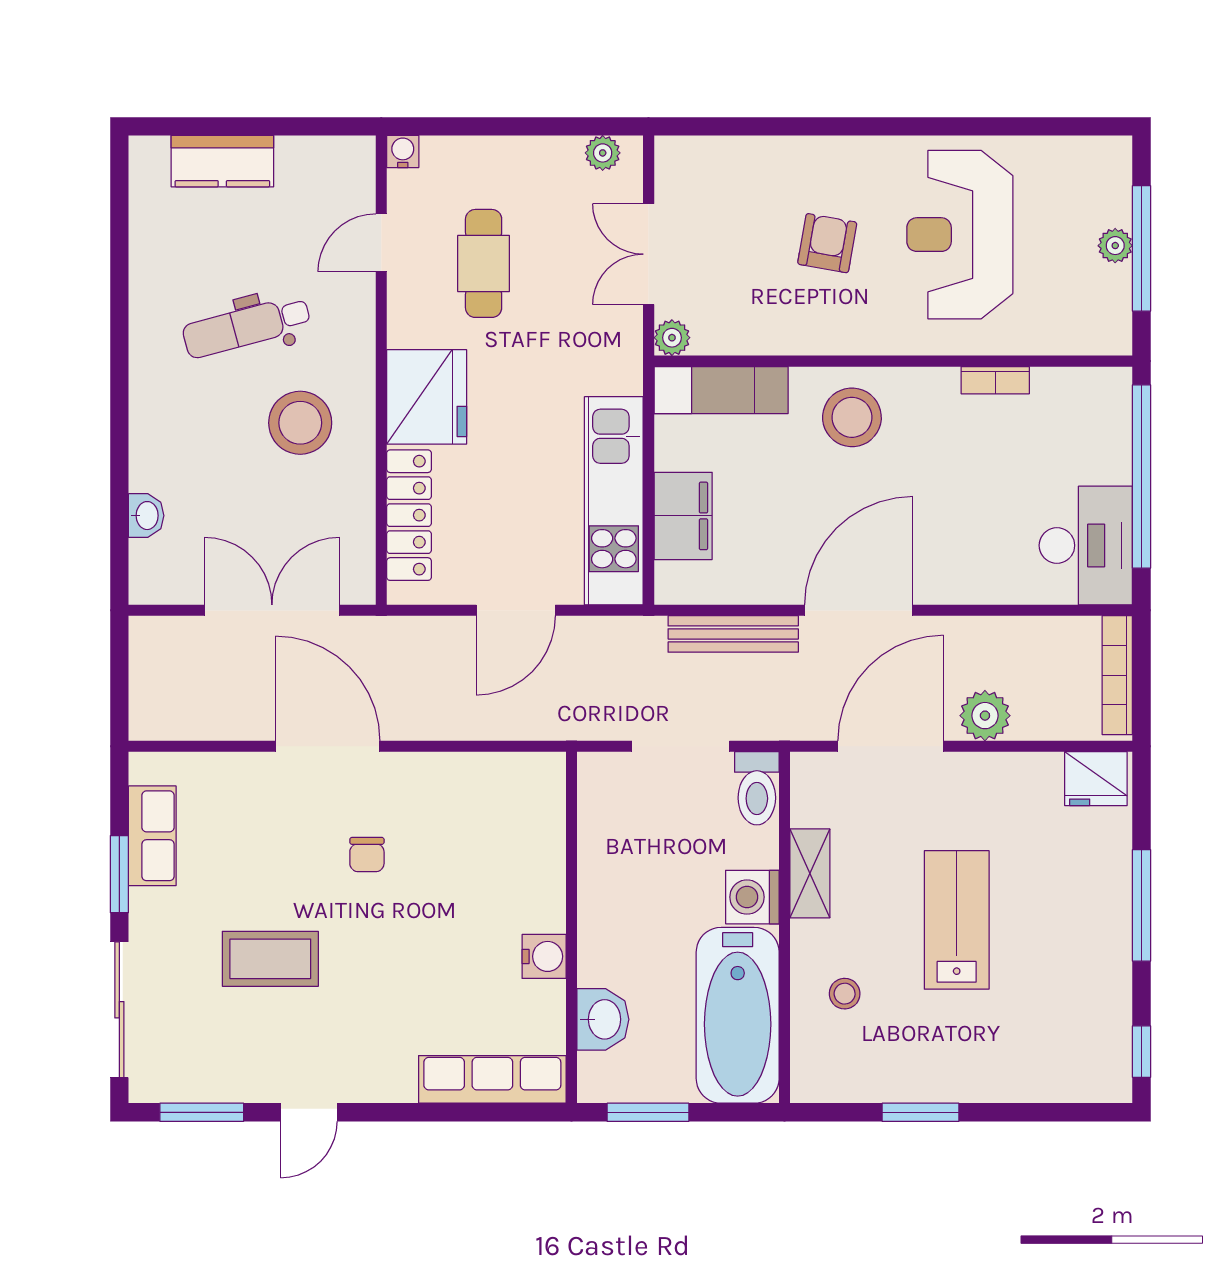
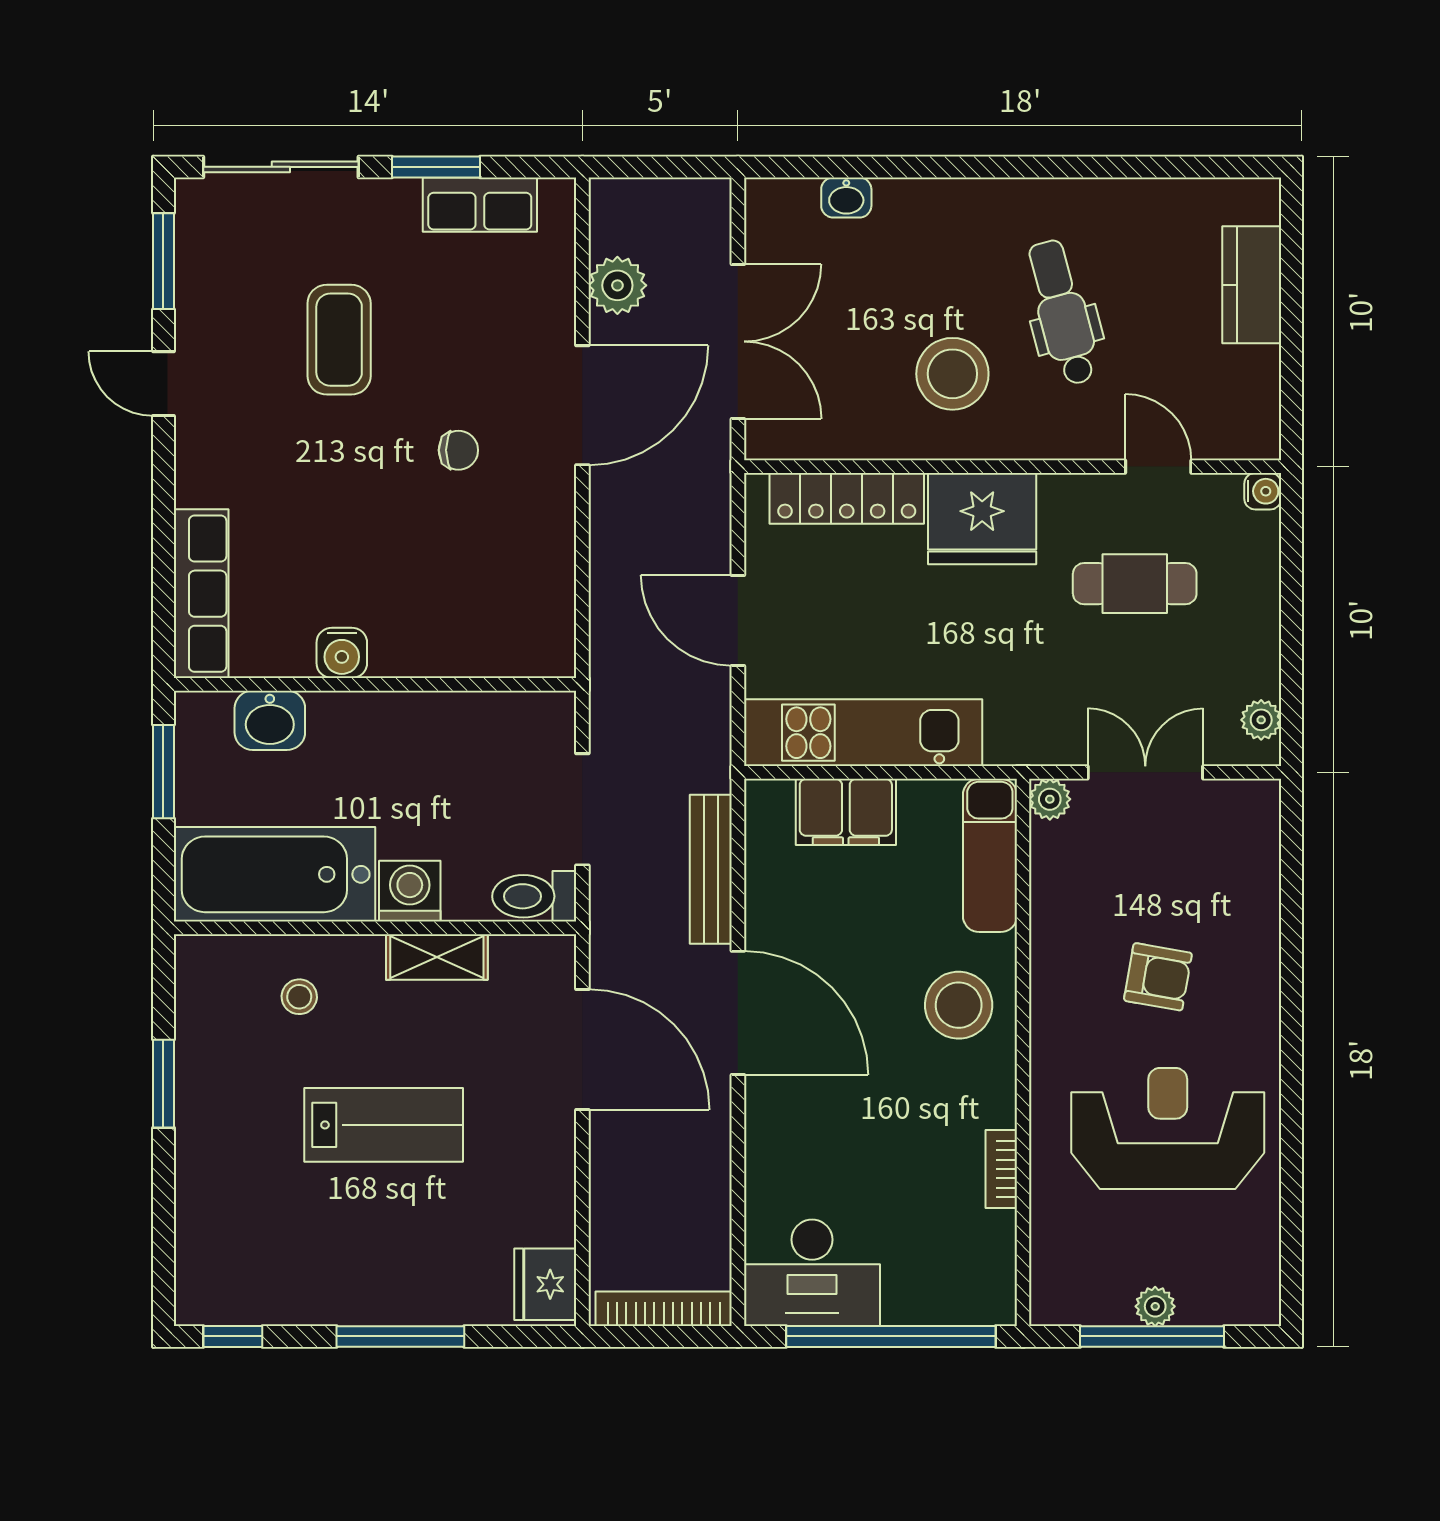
plant: (985, 716) -> (617, 285), moved
chair: (367, 855) -> (458, 450), turned 180

